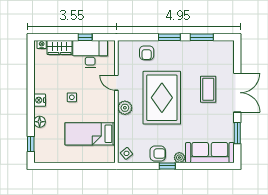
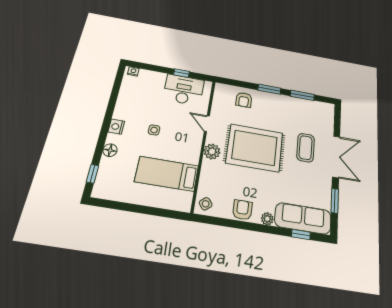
wardrobe: (60, 47) -> (152, 78), removed
rug: (162, 98) -> (255, 148), turned 90
armchair: (158, 154) -> (242, 210), turned -90
window: (167, 166) -> (301, 234), moved

